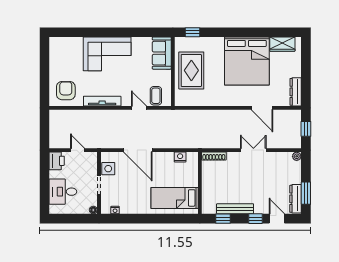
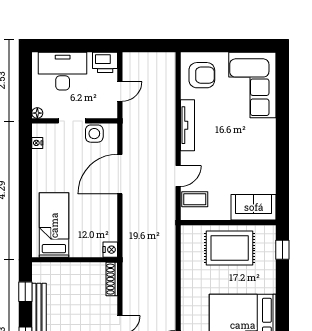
corner sofa: (107, 54) -> (252, 85), moved
nightstand: (180, 157) -> (110, 250), moved
desk: (63, 192) -> (63, 71), width x1.37

